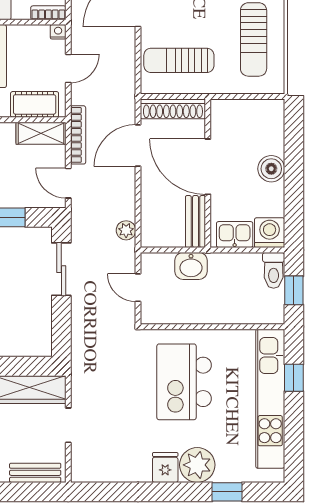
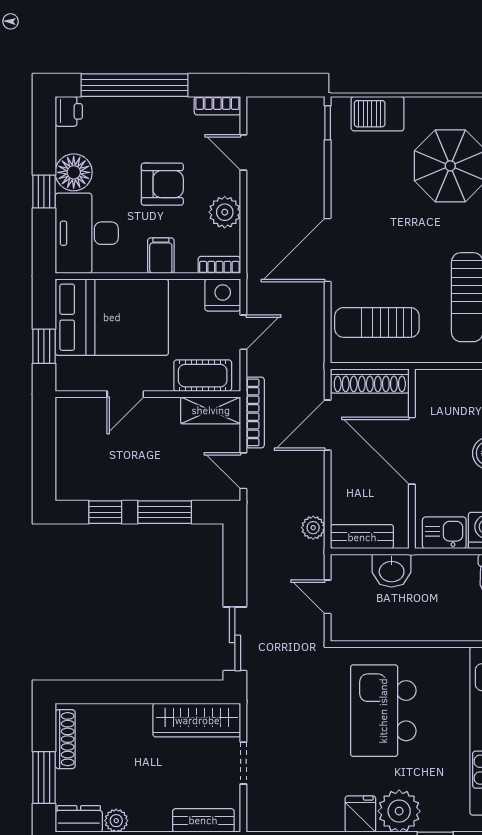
nightstand: (58, 32) -> (223, 295), width x1.89, depth x1.79
bench: (196, 222) -> (362, 537), moved, turned 90
sliding door: (61, 269) -> (235, 639), moved

